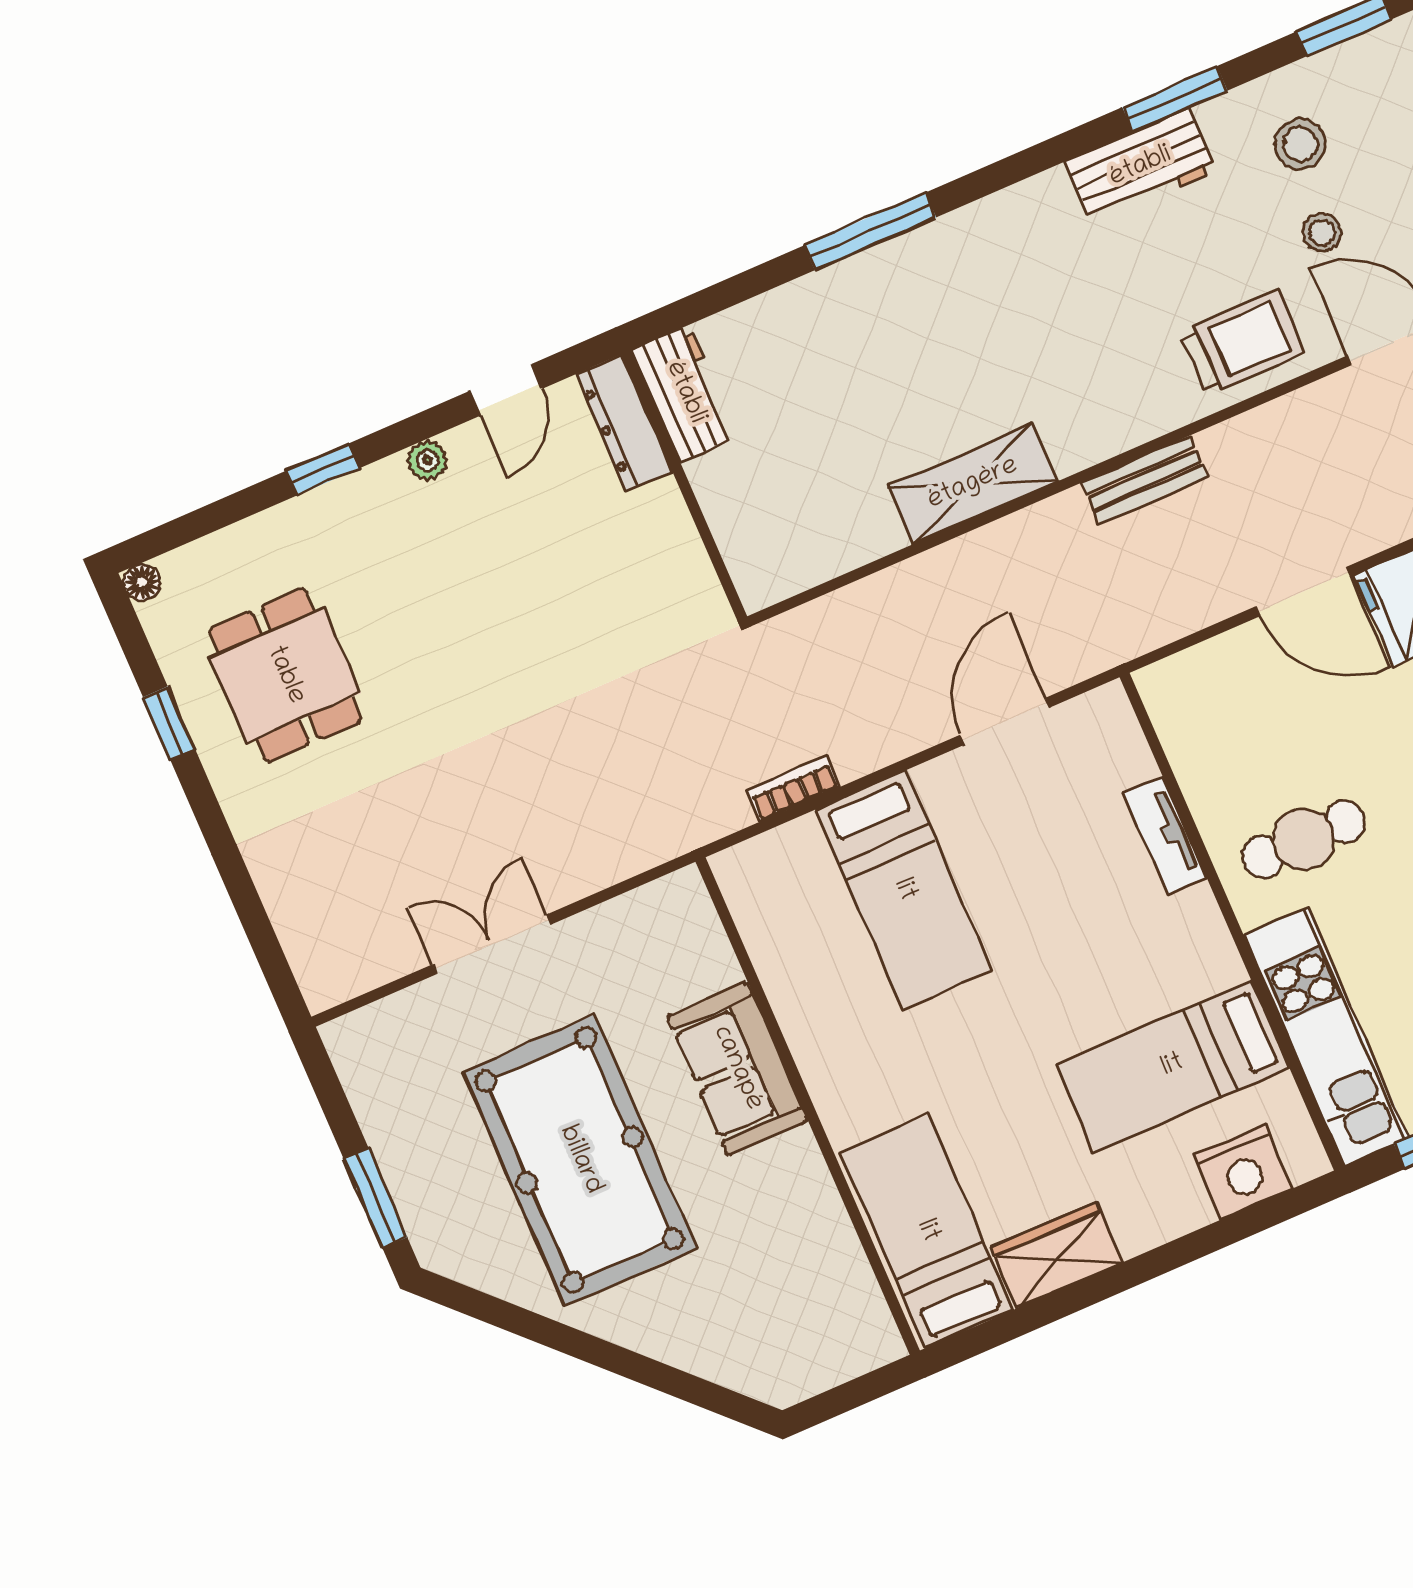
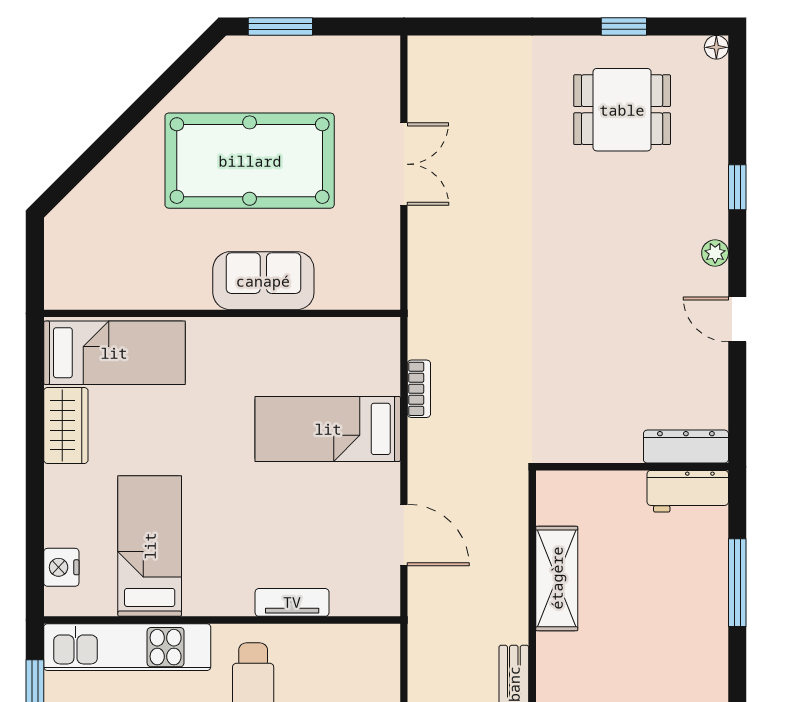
workbench: (685, 393) -> (688, 491), moved
dresser: (624, 423) -> (686, 447), moved
wall: (684, 485) -> (632, 467), moved
nightstand: (1243, 1172) -> (61, 567), width x0.74, depth x0.75

